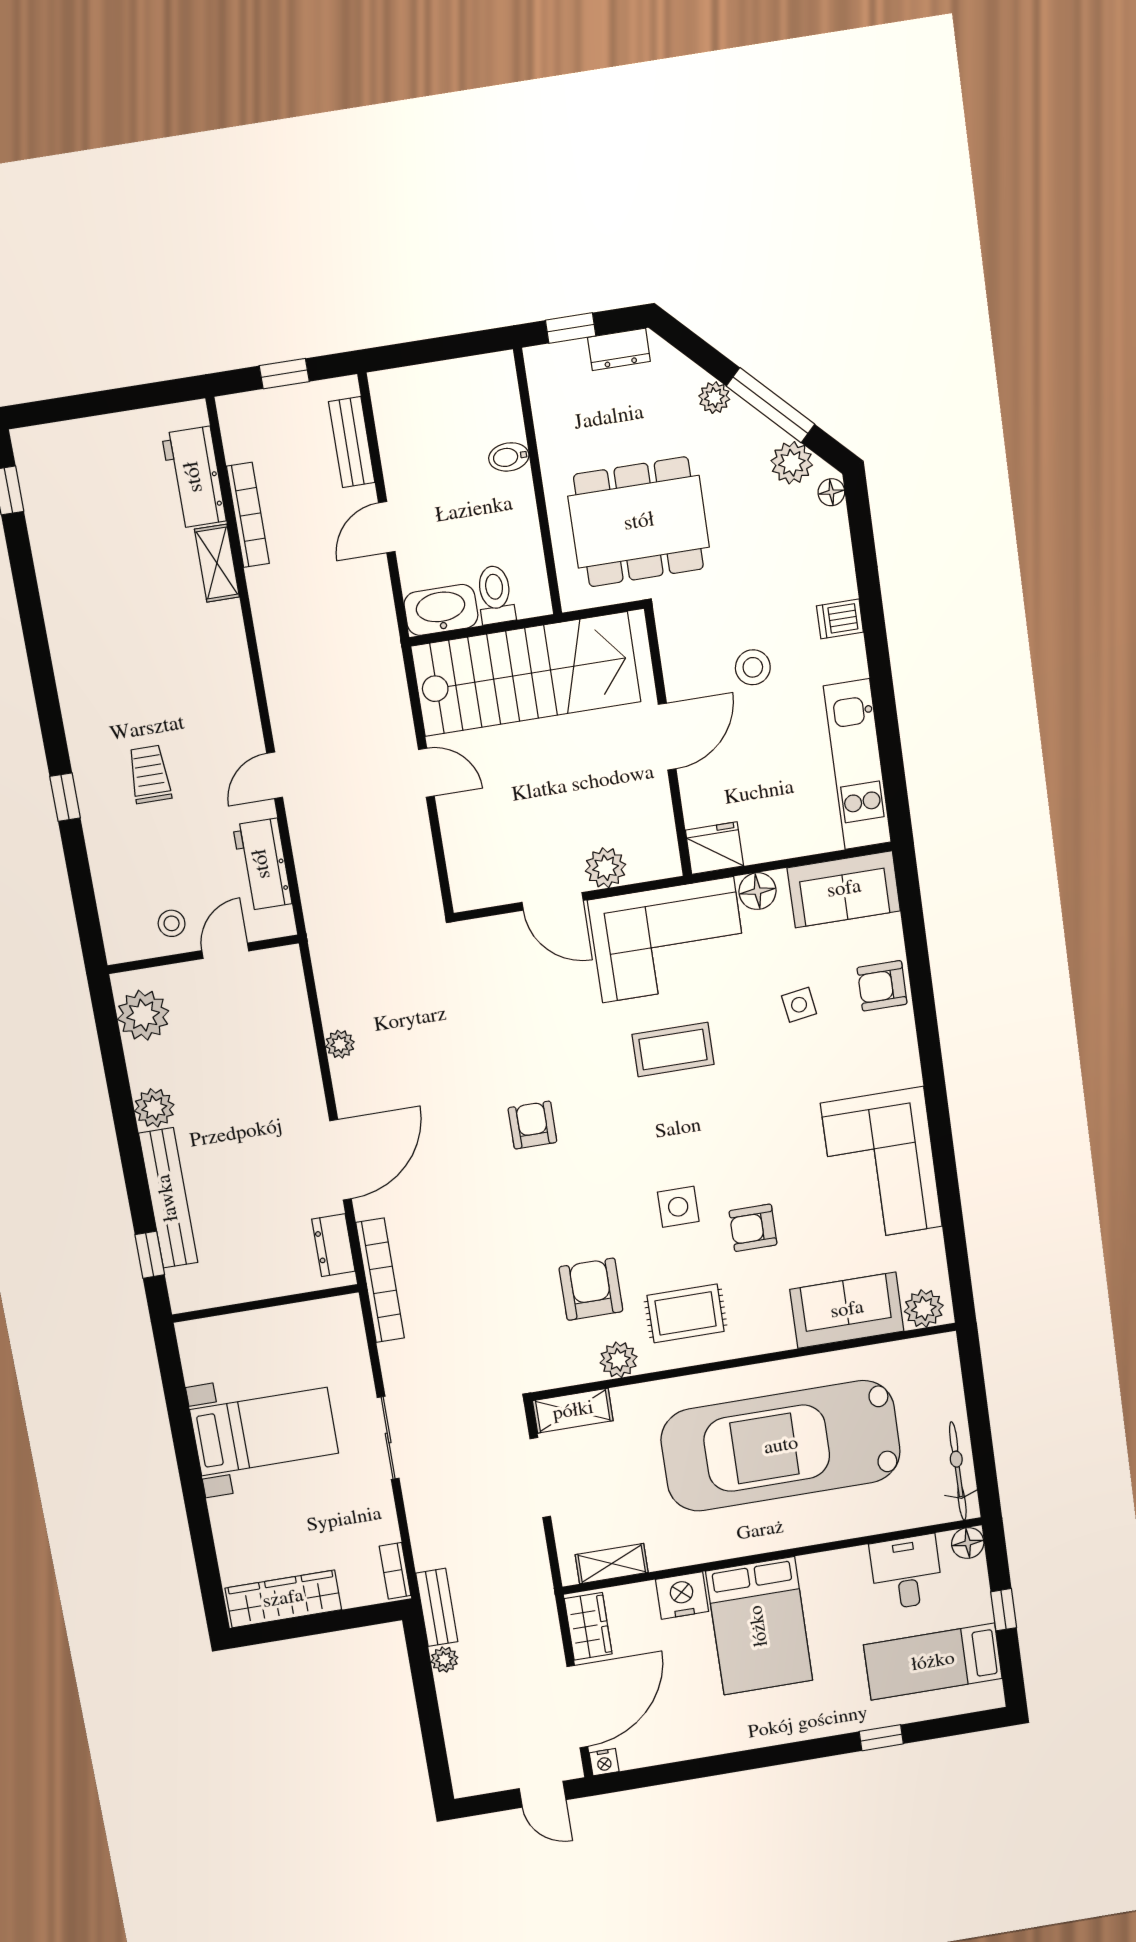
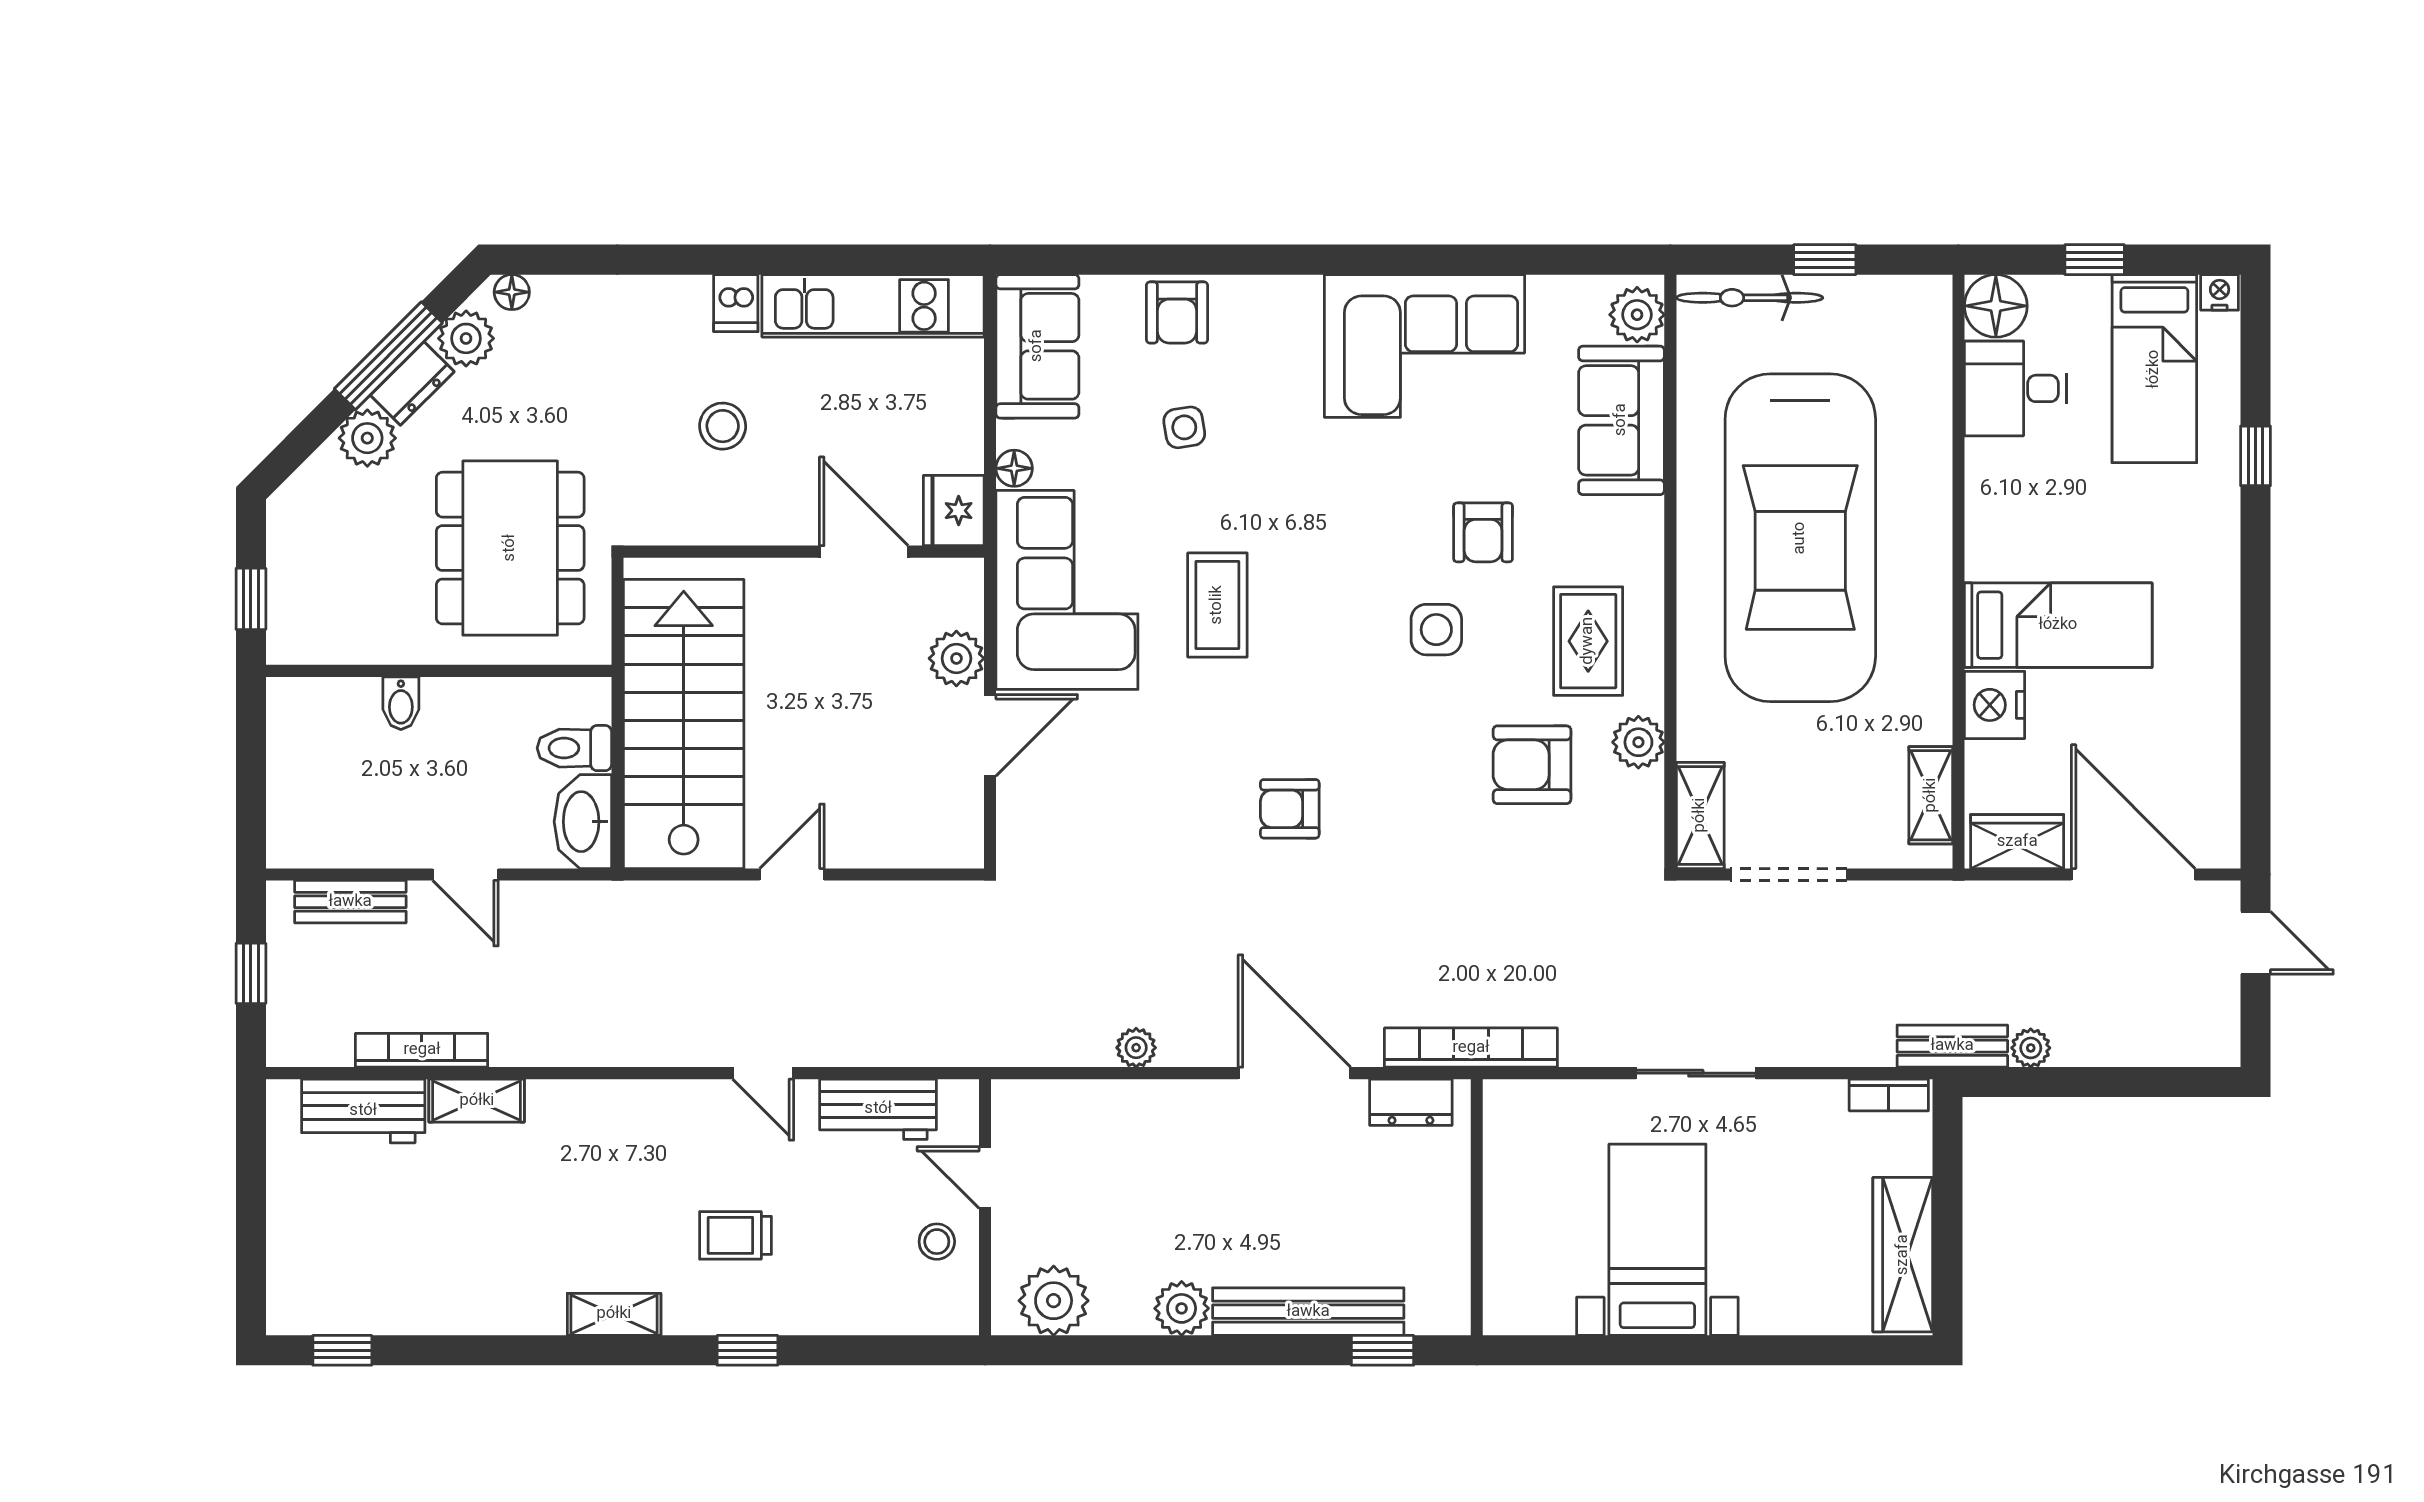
dresser: (619, 349) -> (412, 383), moved, turned 45
plant: (714, 398) -> (367, 438), width x1.38, depth x1.38
dishwasher: (840, 619) -> (736, 303), moved
shelving: (74, 693) -> (614, 1314), added
door: (667, 737) -> (864, 552), moved
floor lamp: (758, 891) -> (1014, 468), width x0.73, depth x0.73
window: (980, 1430) -> (1825, 260), added
bicycle: (958, 1471) -> (1750, 298), moved
floor lamp: (968, 1543) -> (1996, 306), width x1.38, depth x1.38
bed: (759, 1626) -> (2058, 625), width x0.67
nightstand: (604, 1762) -> (2220, 292), moved, turned -90
door: (543, 1794) -> (2255, 943), hinge flipped

